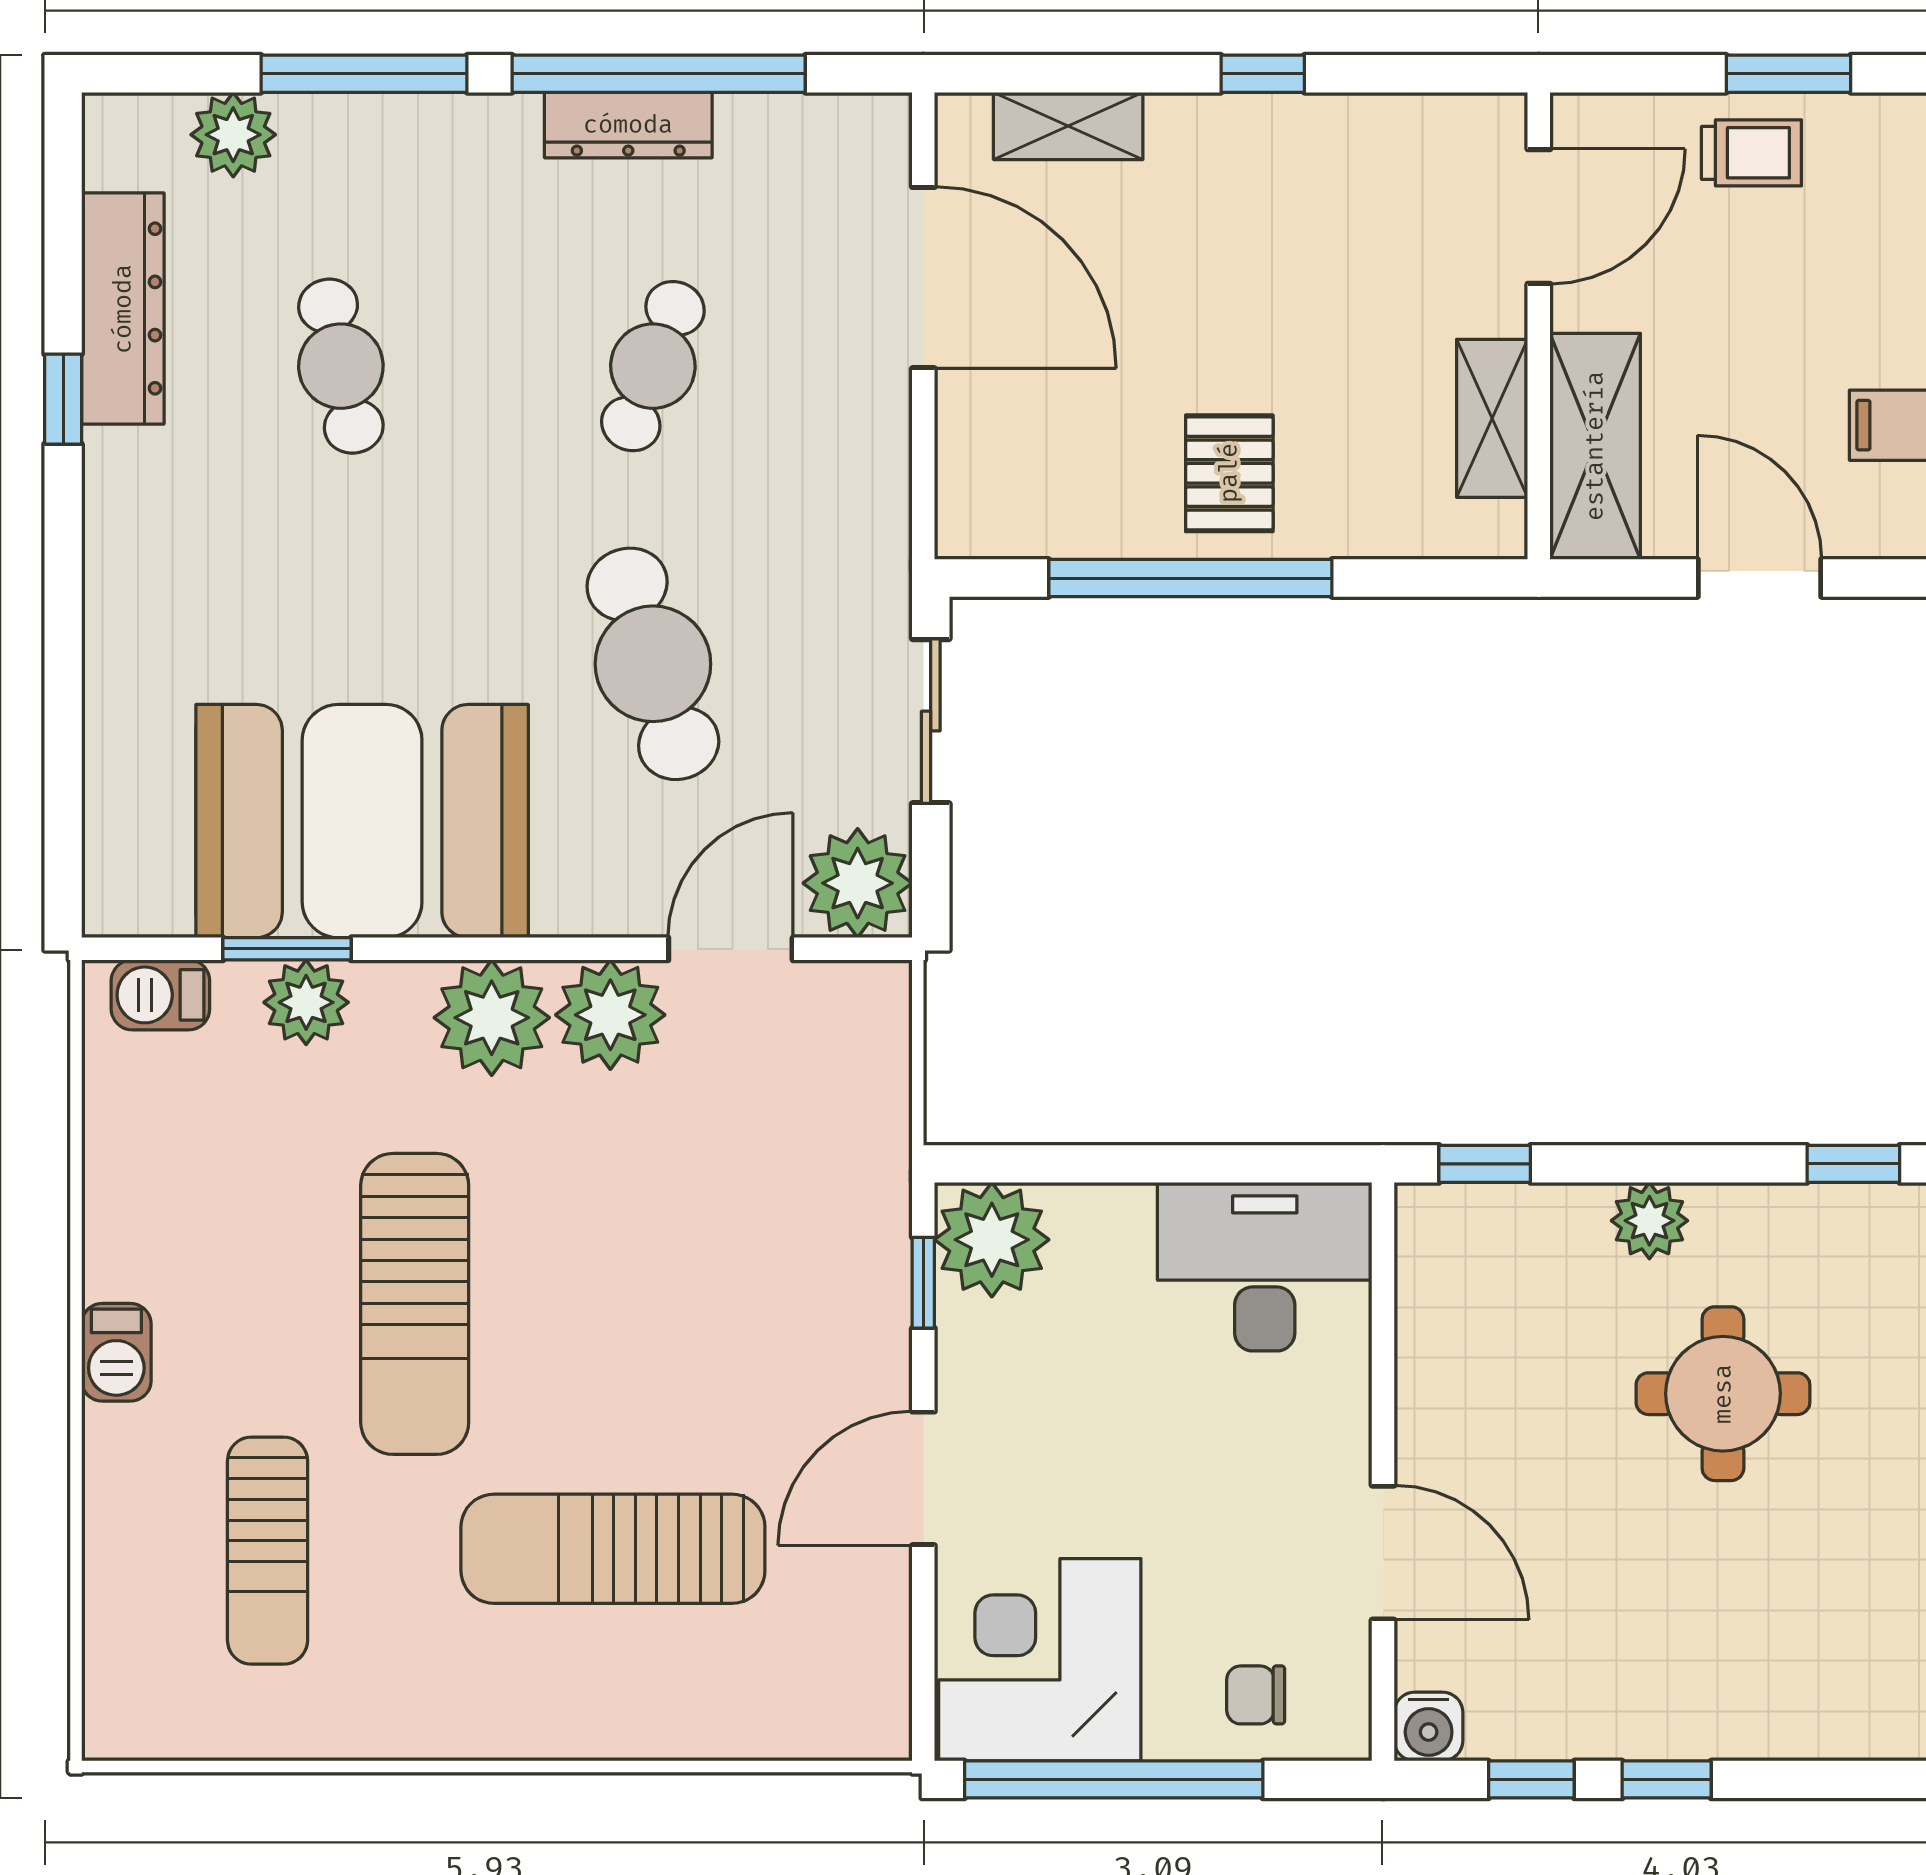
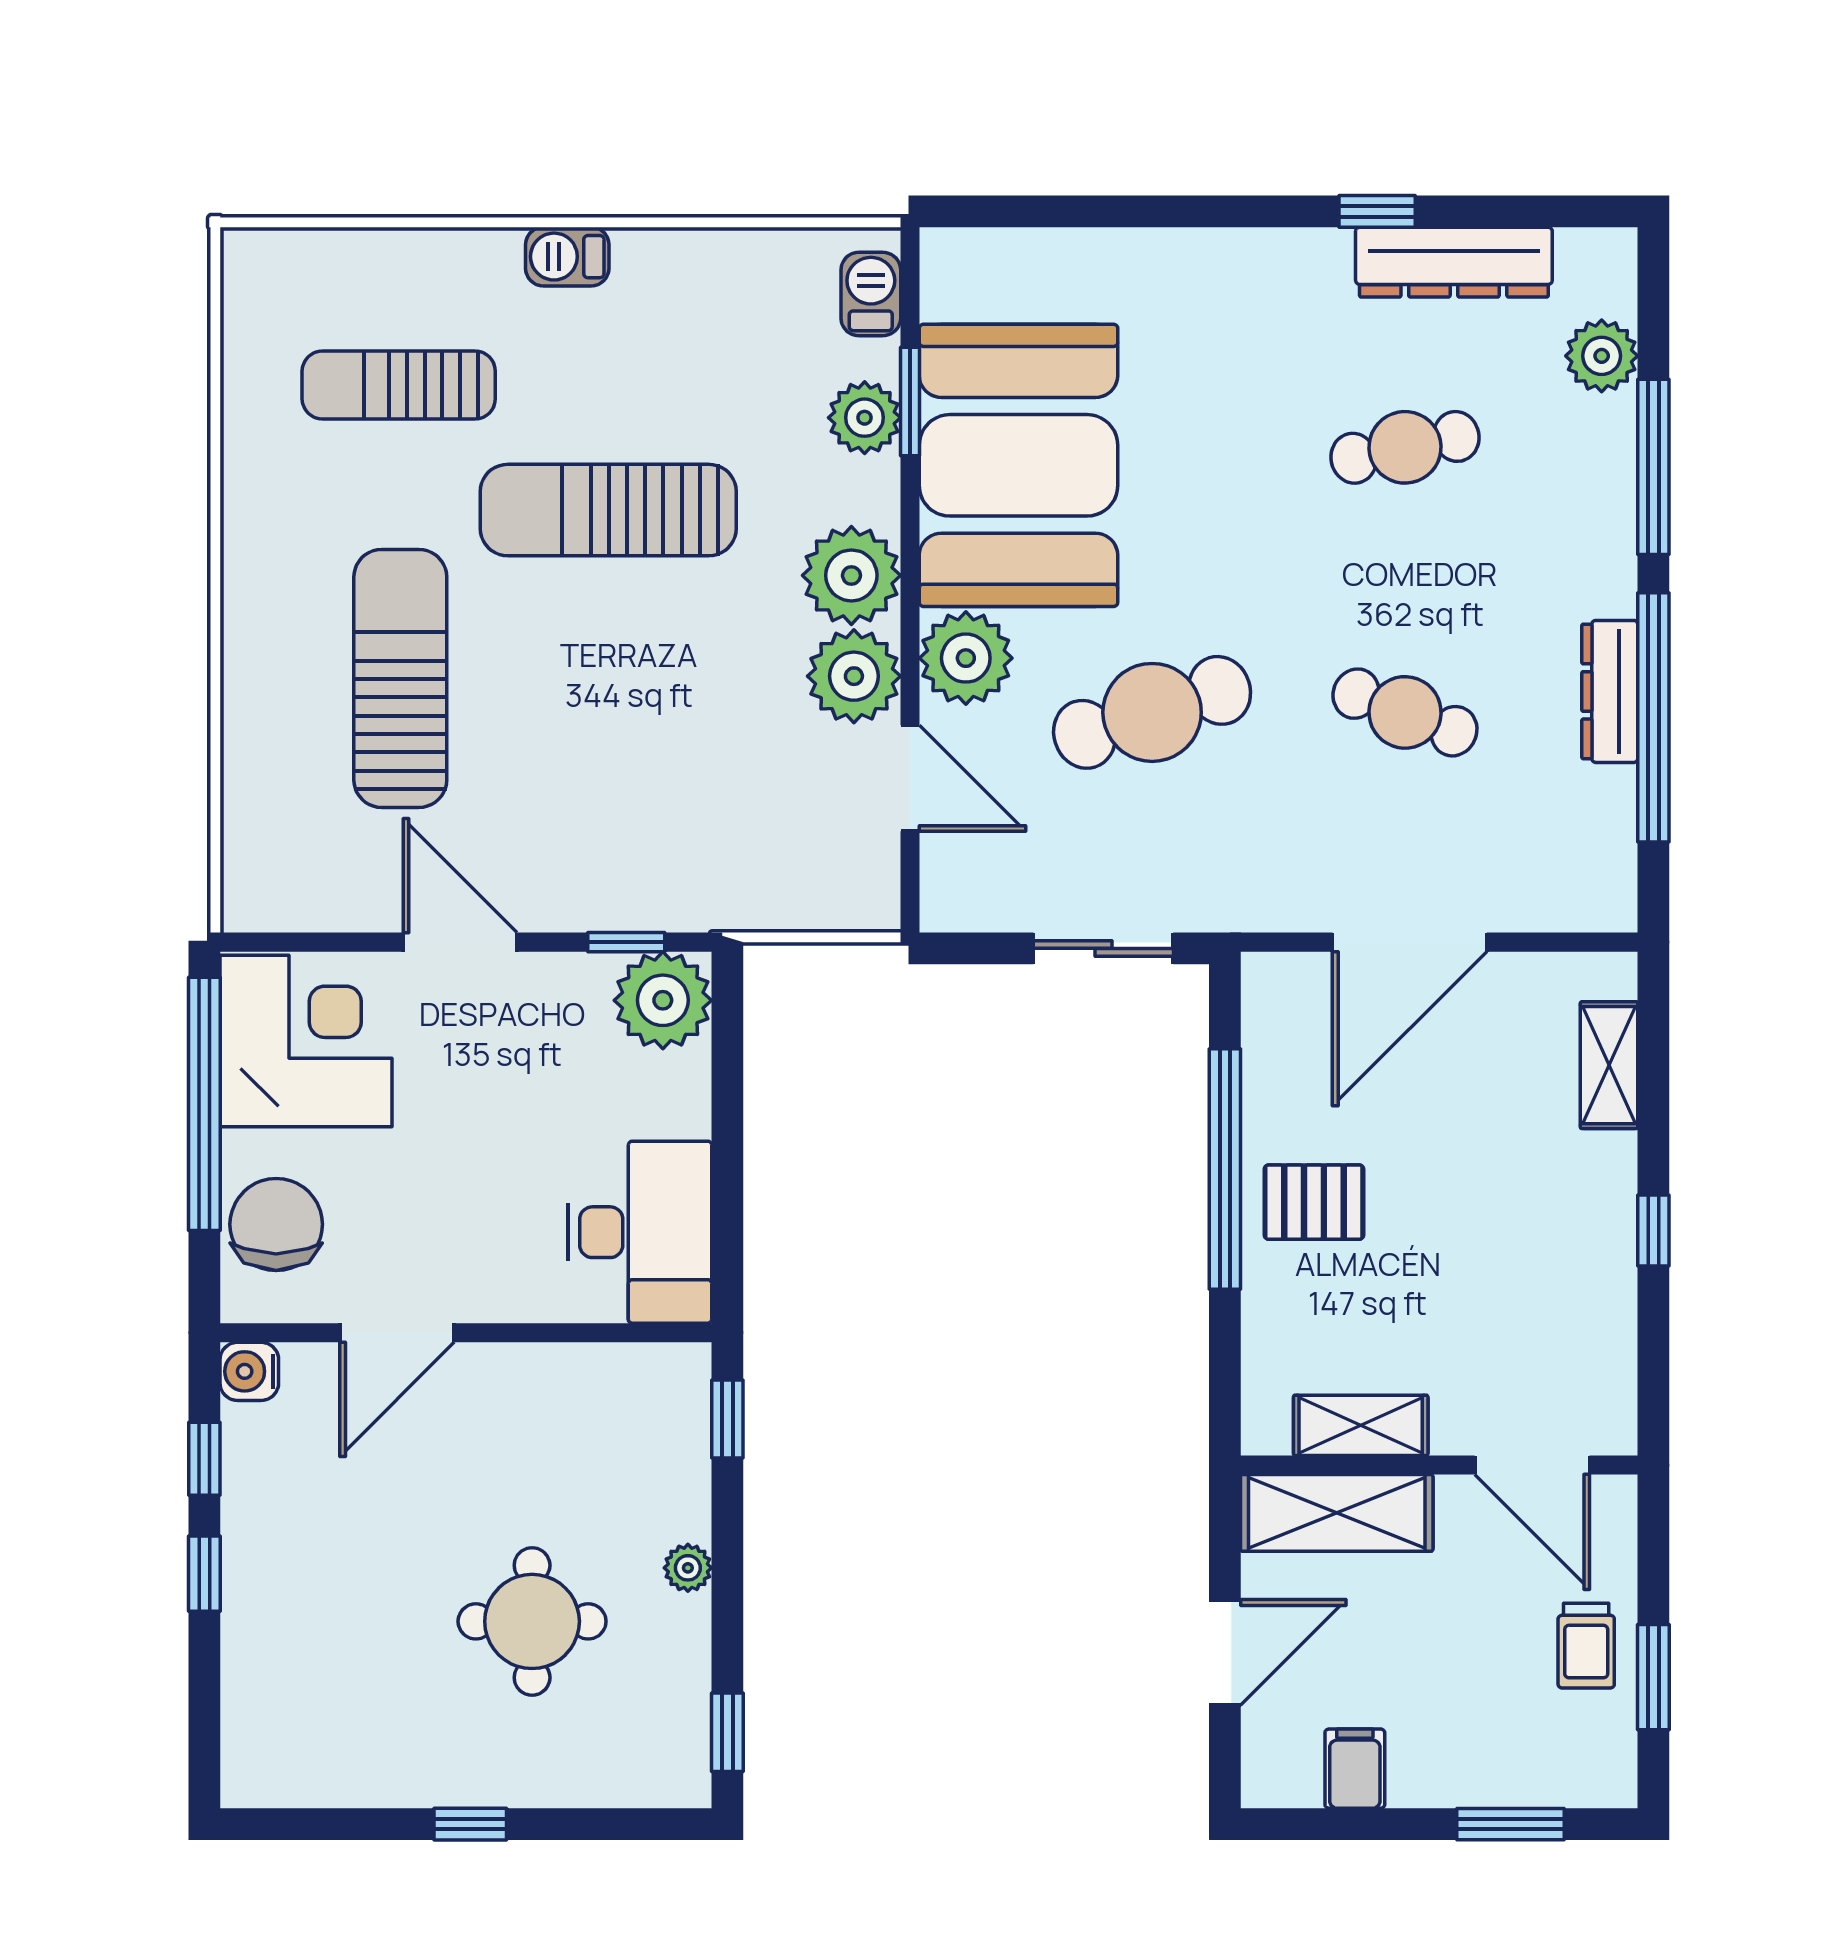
door: (923, 278) -> (1410, 942), moved
plant: (858, 883) -> (966, 658), moved
plant: (1649, 1221) -> (688, 1568), width x0.73, depth x0.73
chair: (1256, 1695) -> (276, 1224), width x1.87, depth x1.87

